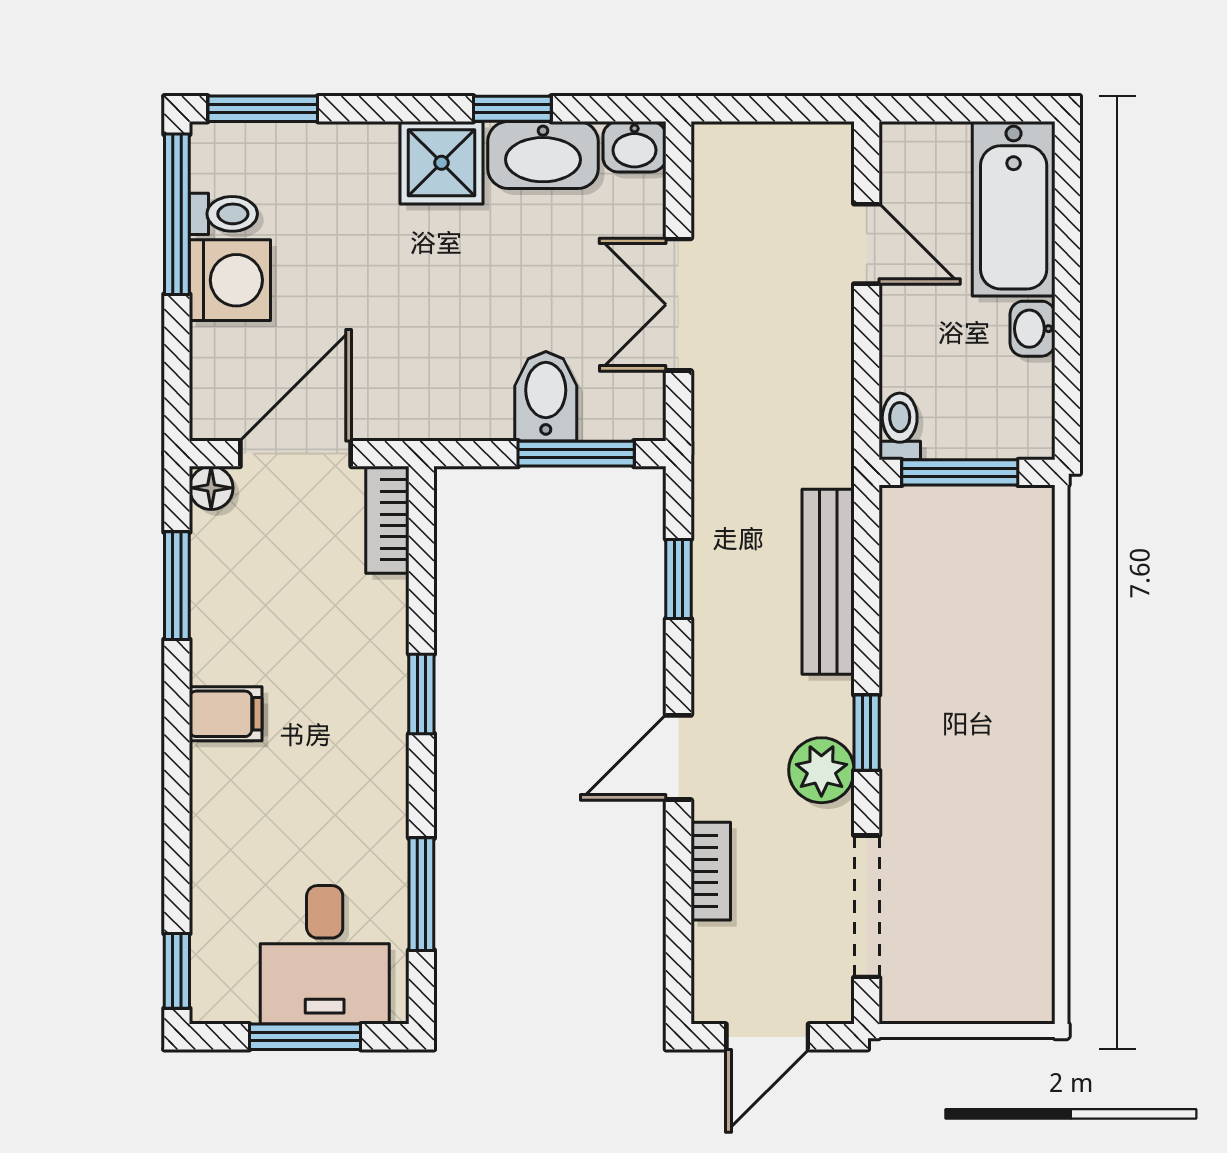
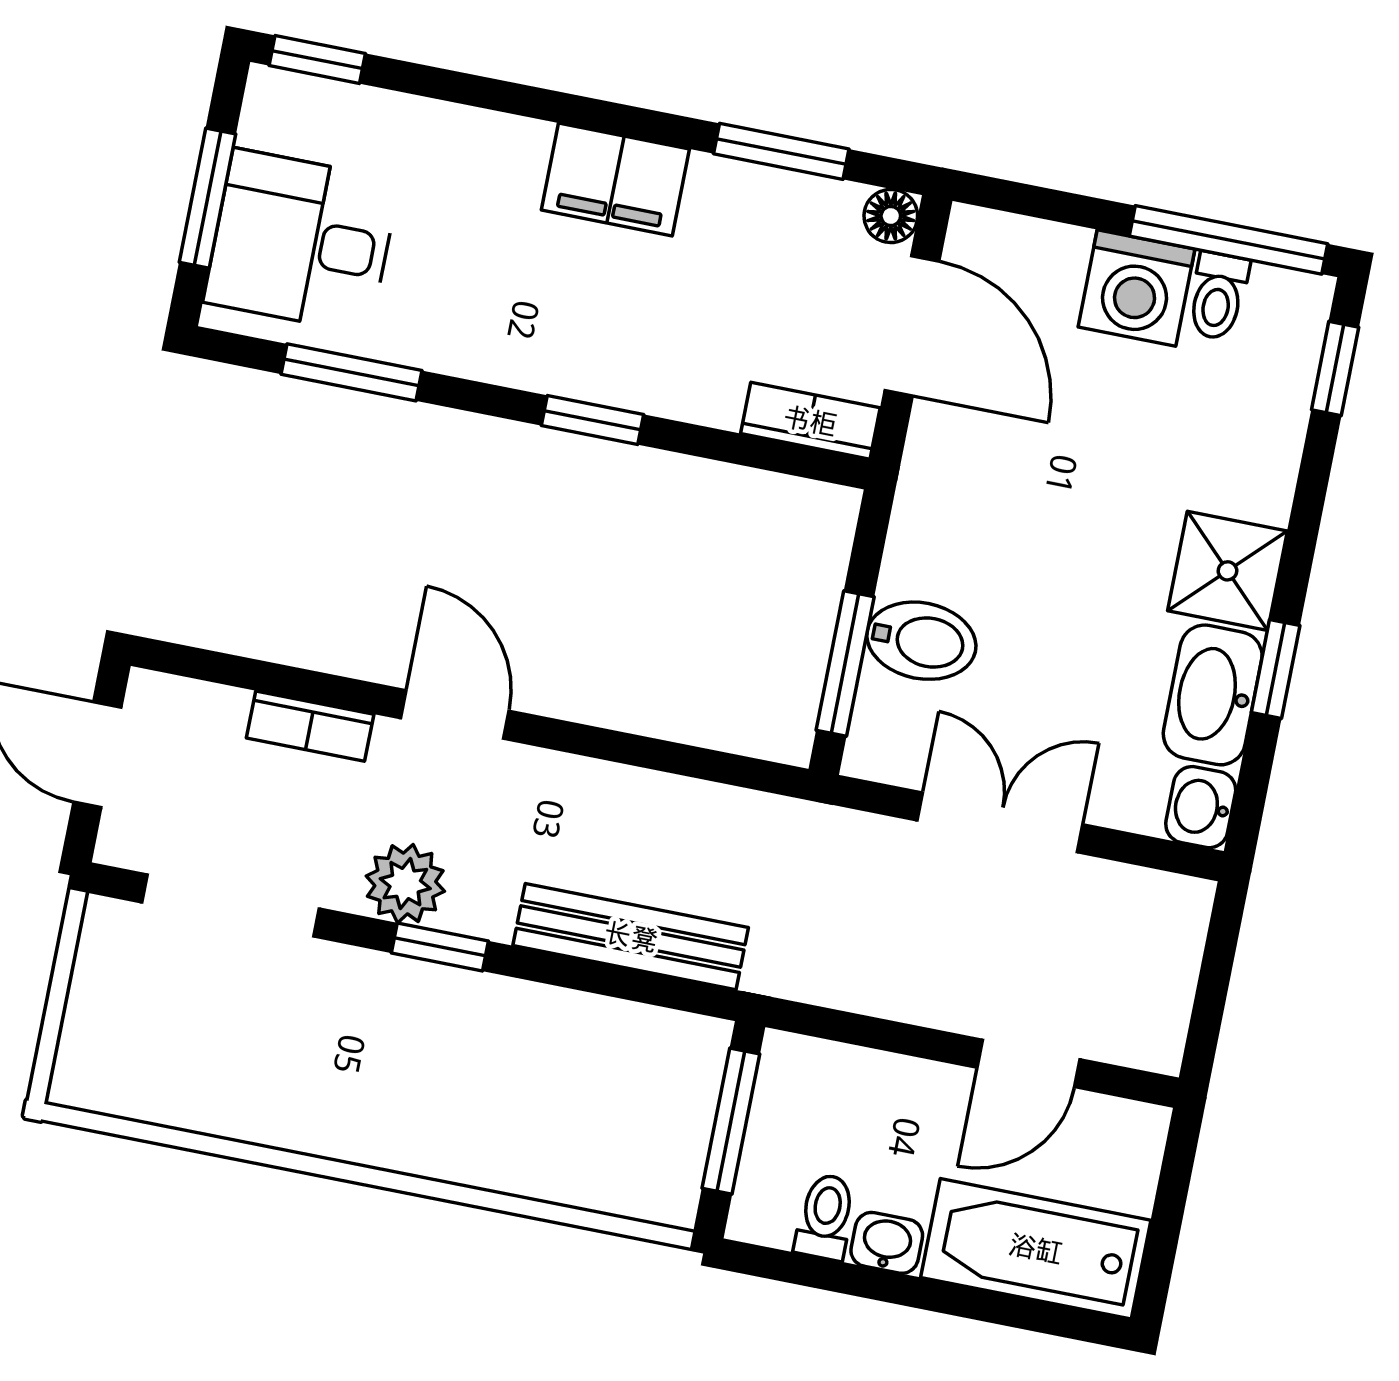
window: (263, 109) -> (1335, 368), width x0.67
toilet: (900, 426) -> (825, 1217), moved, turned -90
window: (679, 579) -> (670, 757), removed
filing cabinet: (226, 714) -> (615, 180), width x2.00

